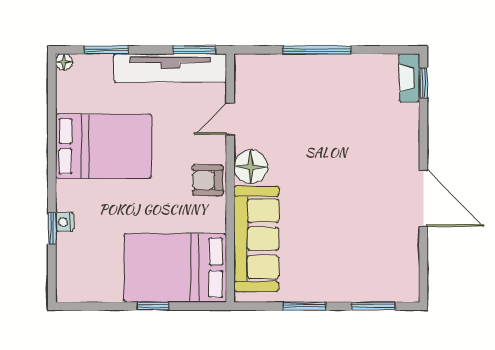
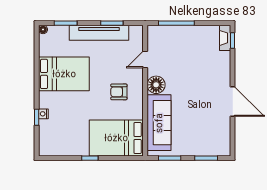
door: (230, 119) -> (145, 59), moved
floor lamp: (251, 167) -> (156, 85), moved
wall: (230, 178) -> (145, 91), moved
sofa: (256, 239) -> (159, 123), moved
bed: (175, 268) -> (116, 138), moved

